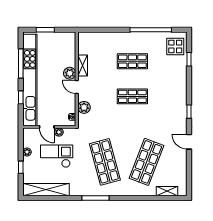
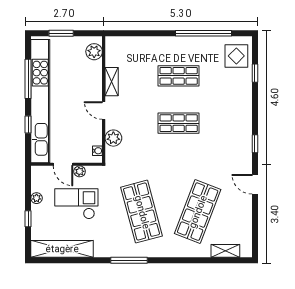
plant: (70, 73) -> (94, 52), moved

